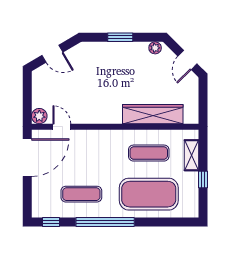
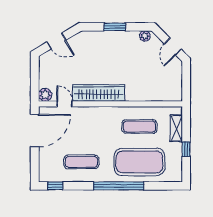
wardrobe: (153, 114) -> (99, 93), moved
window: (105, 222) -> (119, 186), moved

